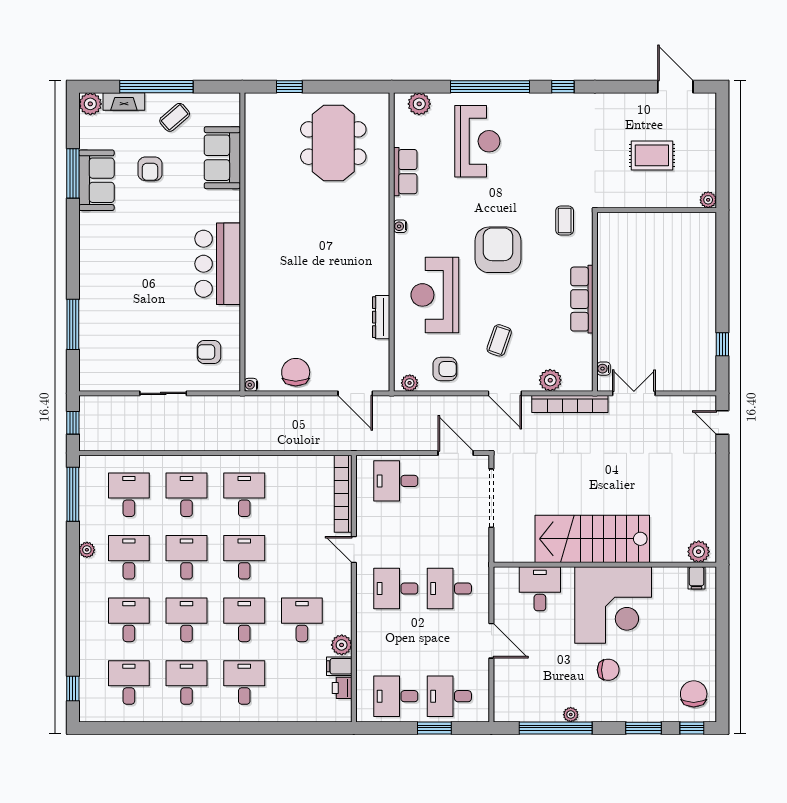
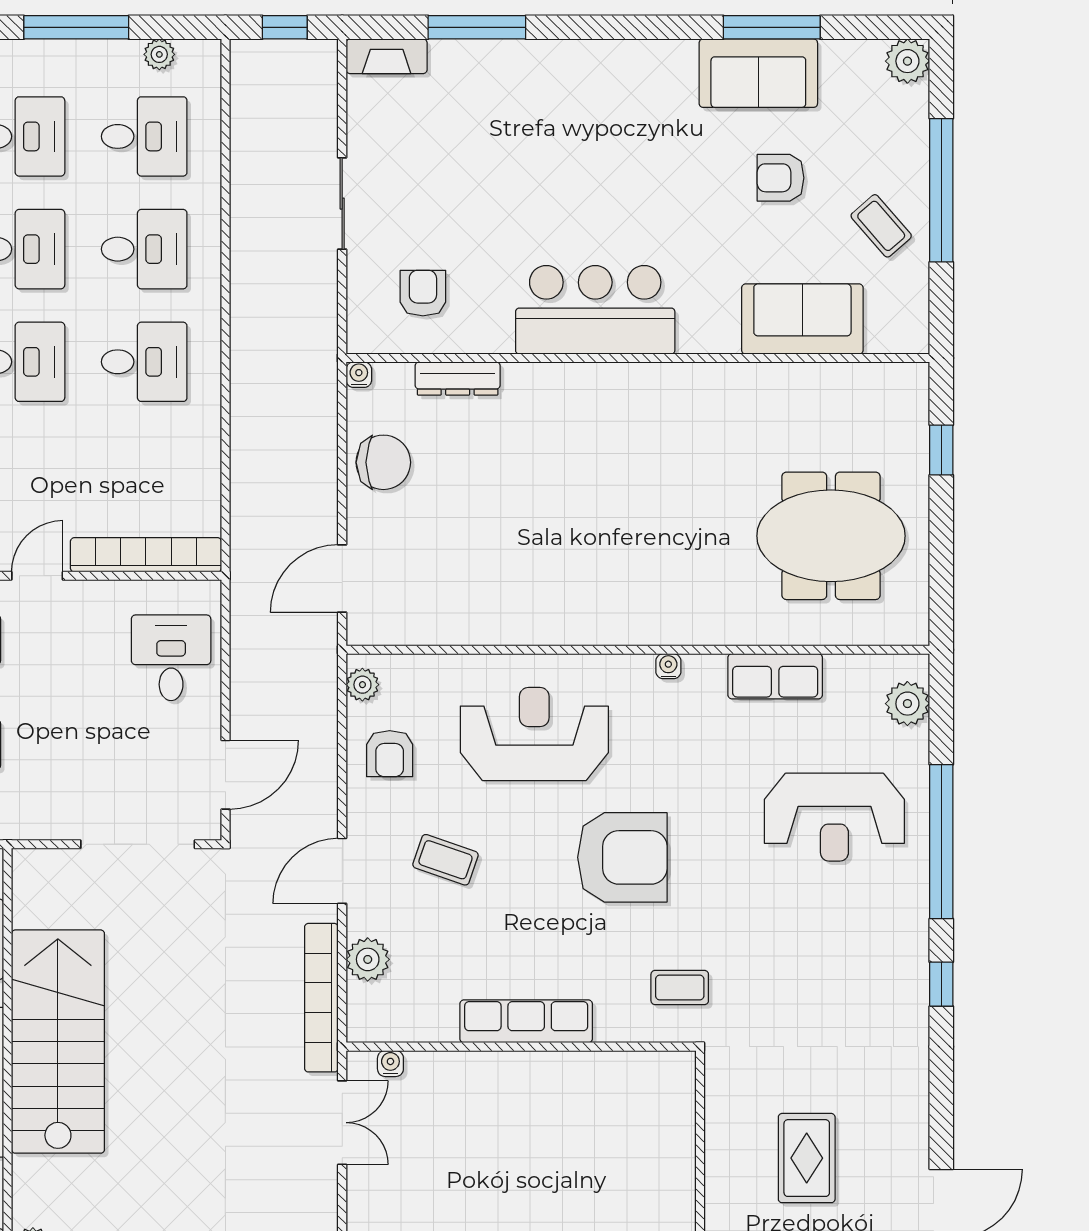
fireplace: (124, 101) -> (387, 56), moved, turned -90
dresser: (381, 317) -> (458, 379), moved, turned 180
window: (73, 494) -> (76, 27), moved
plant: (87, 550) -> (159, 54), moved

